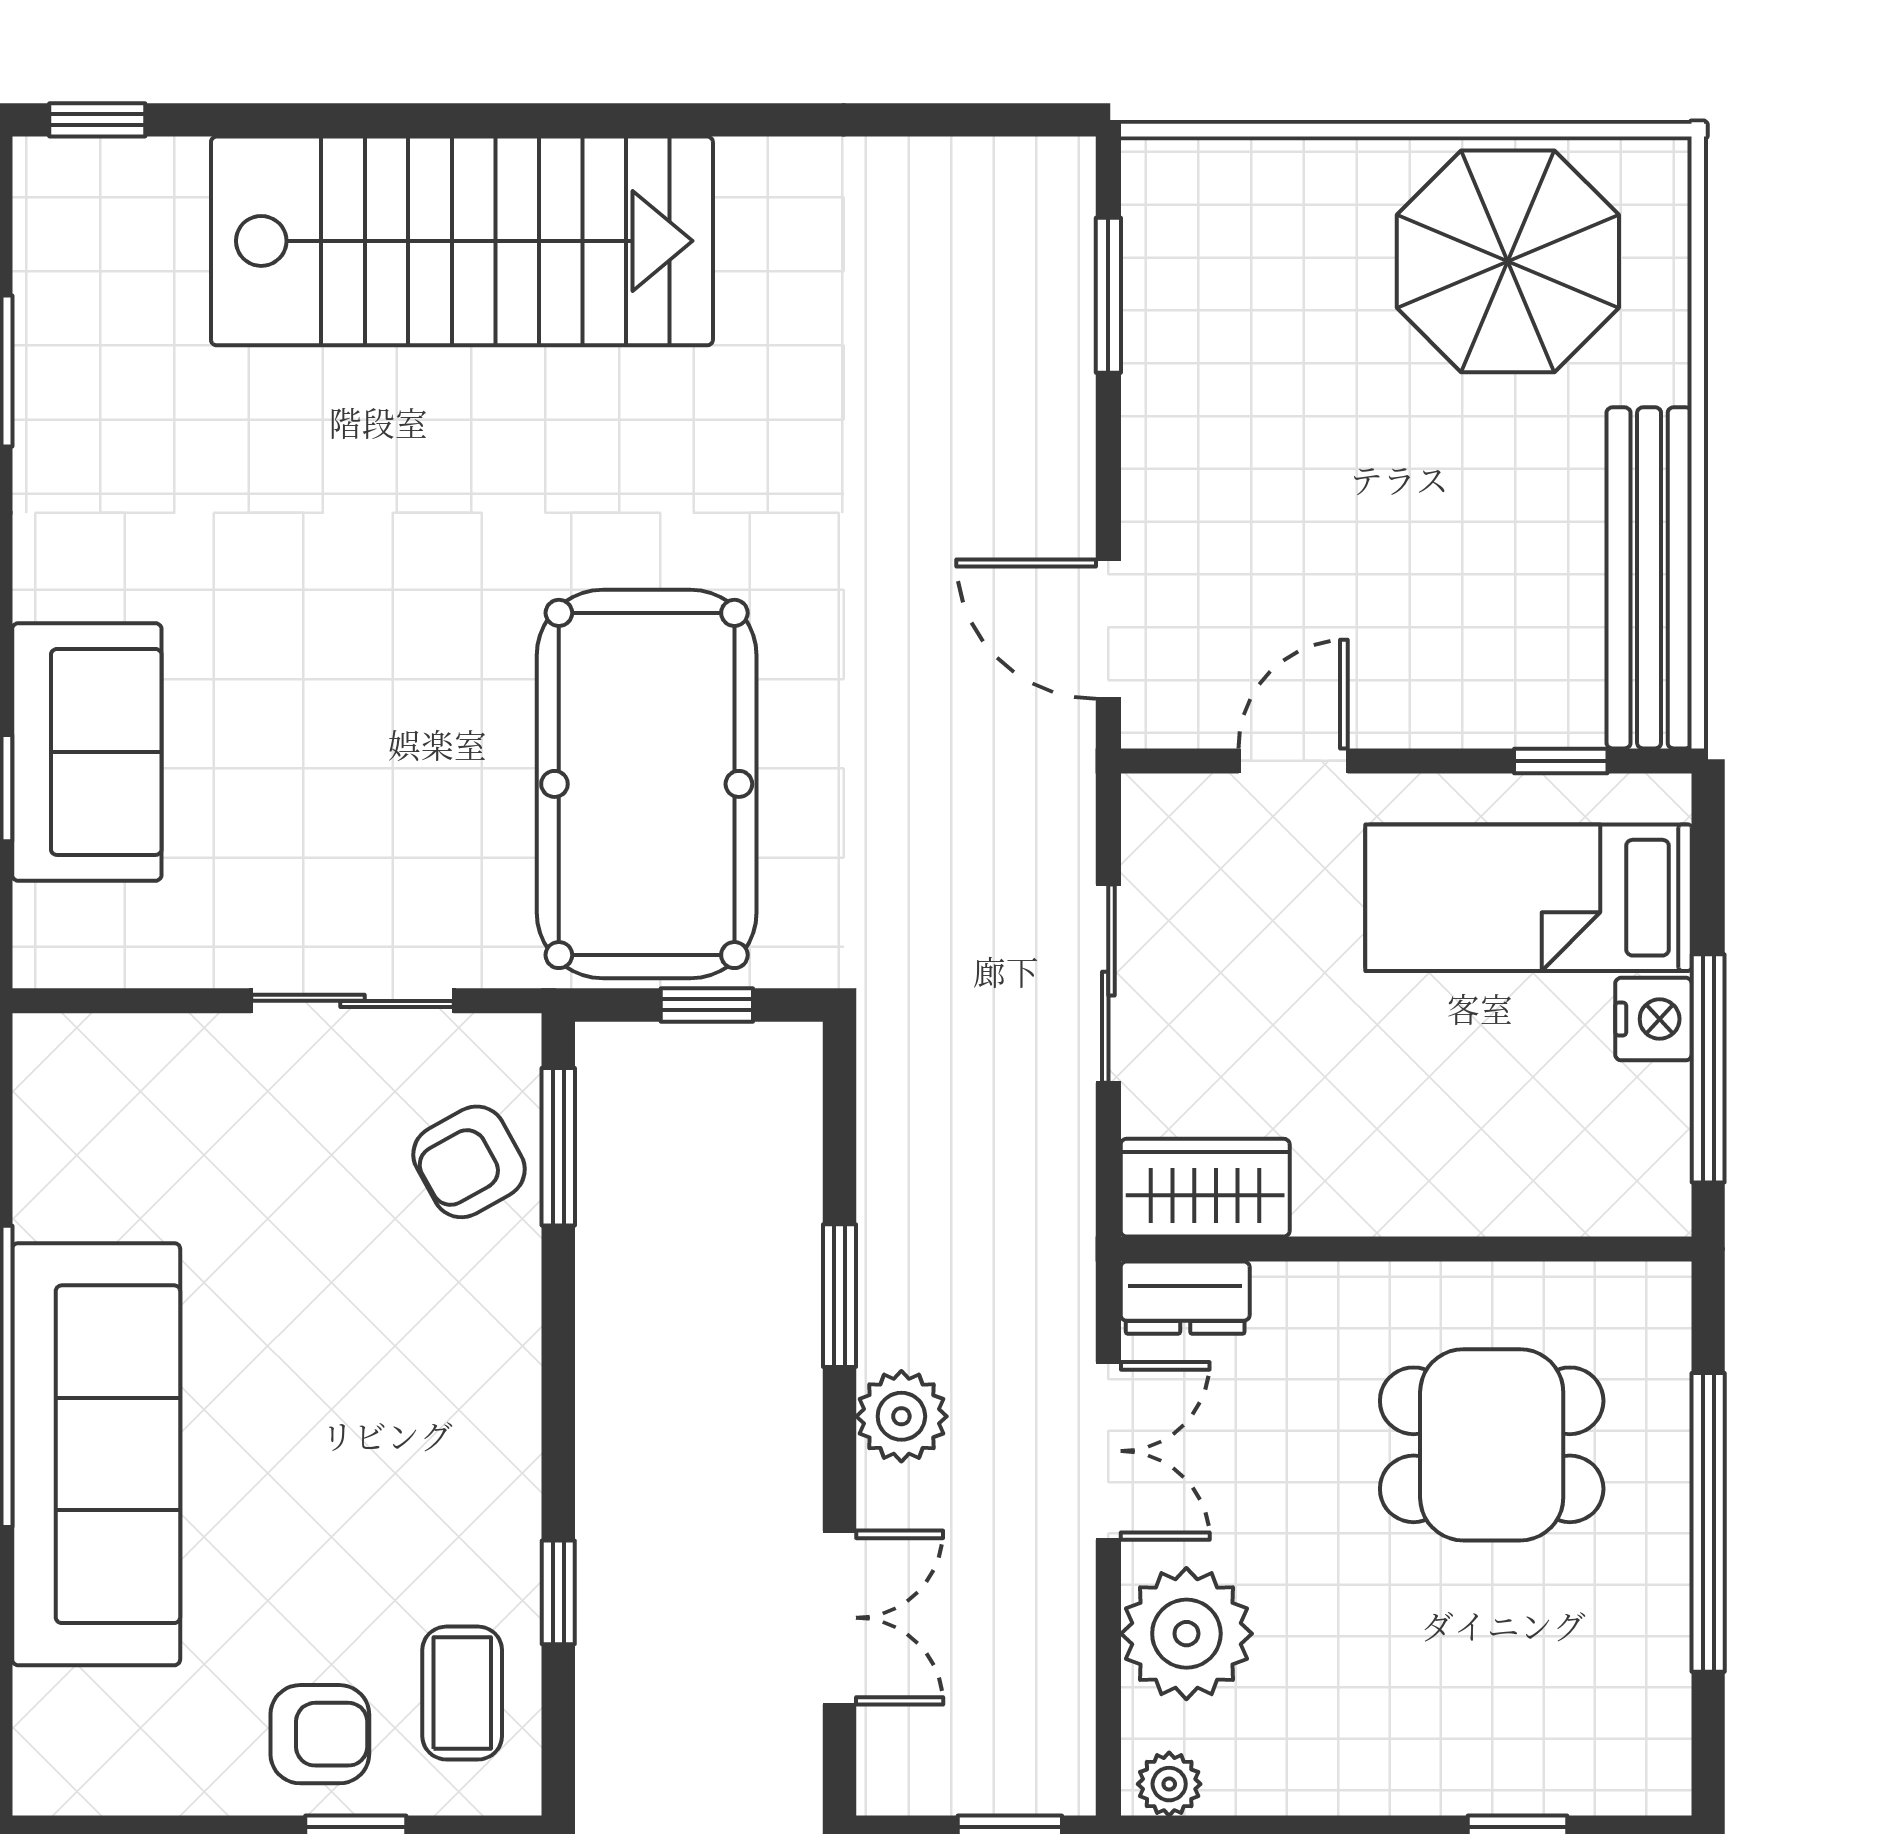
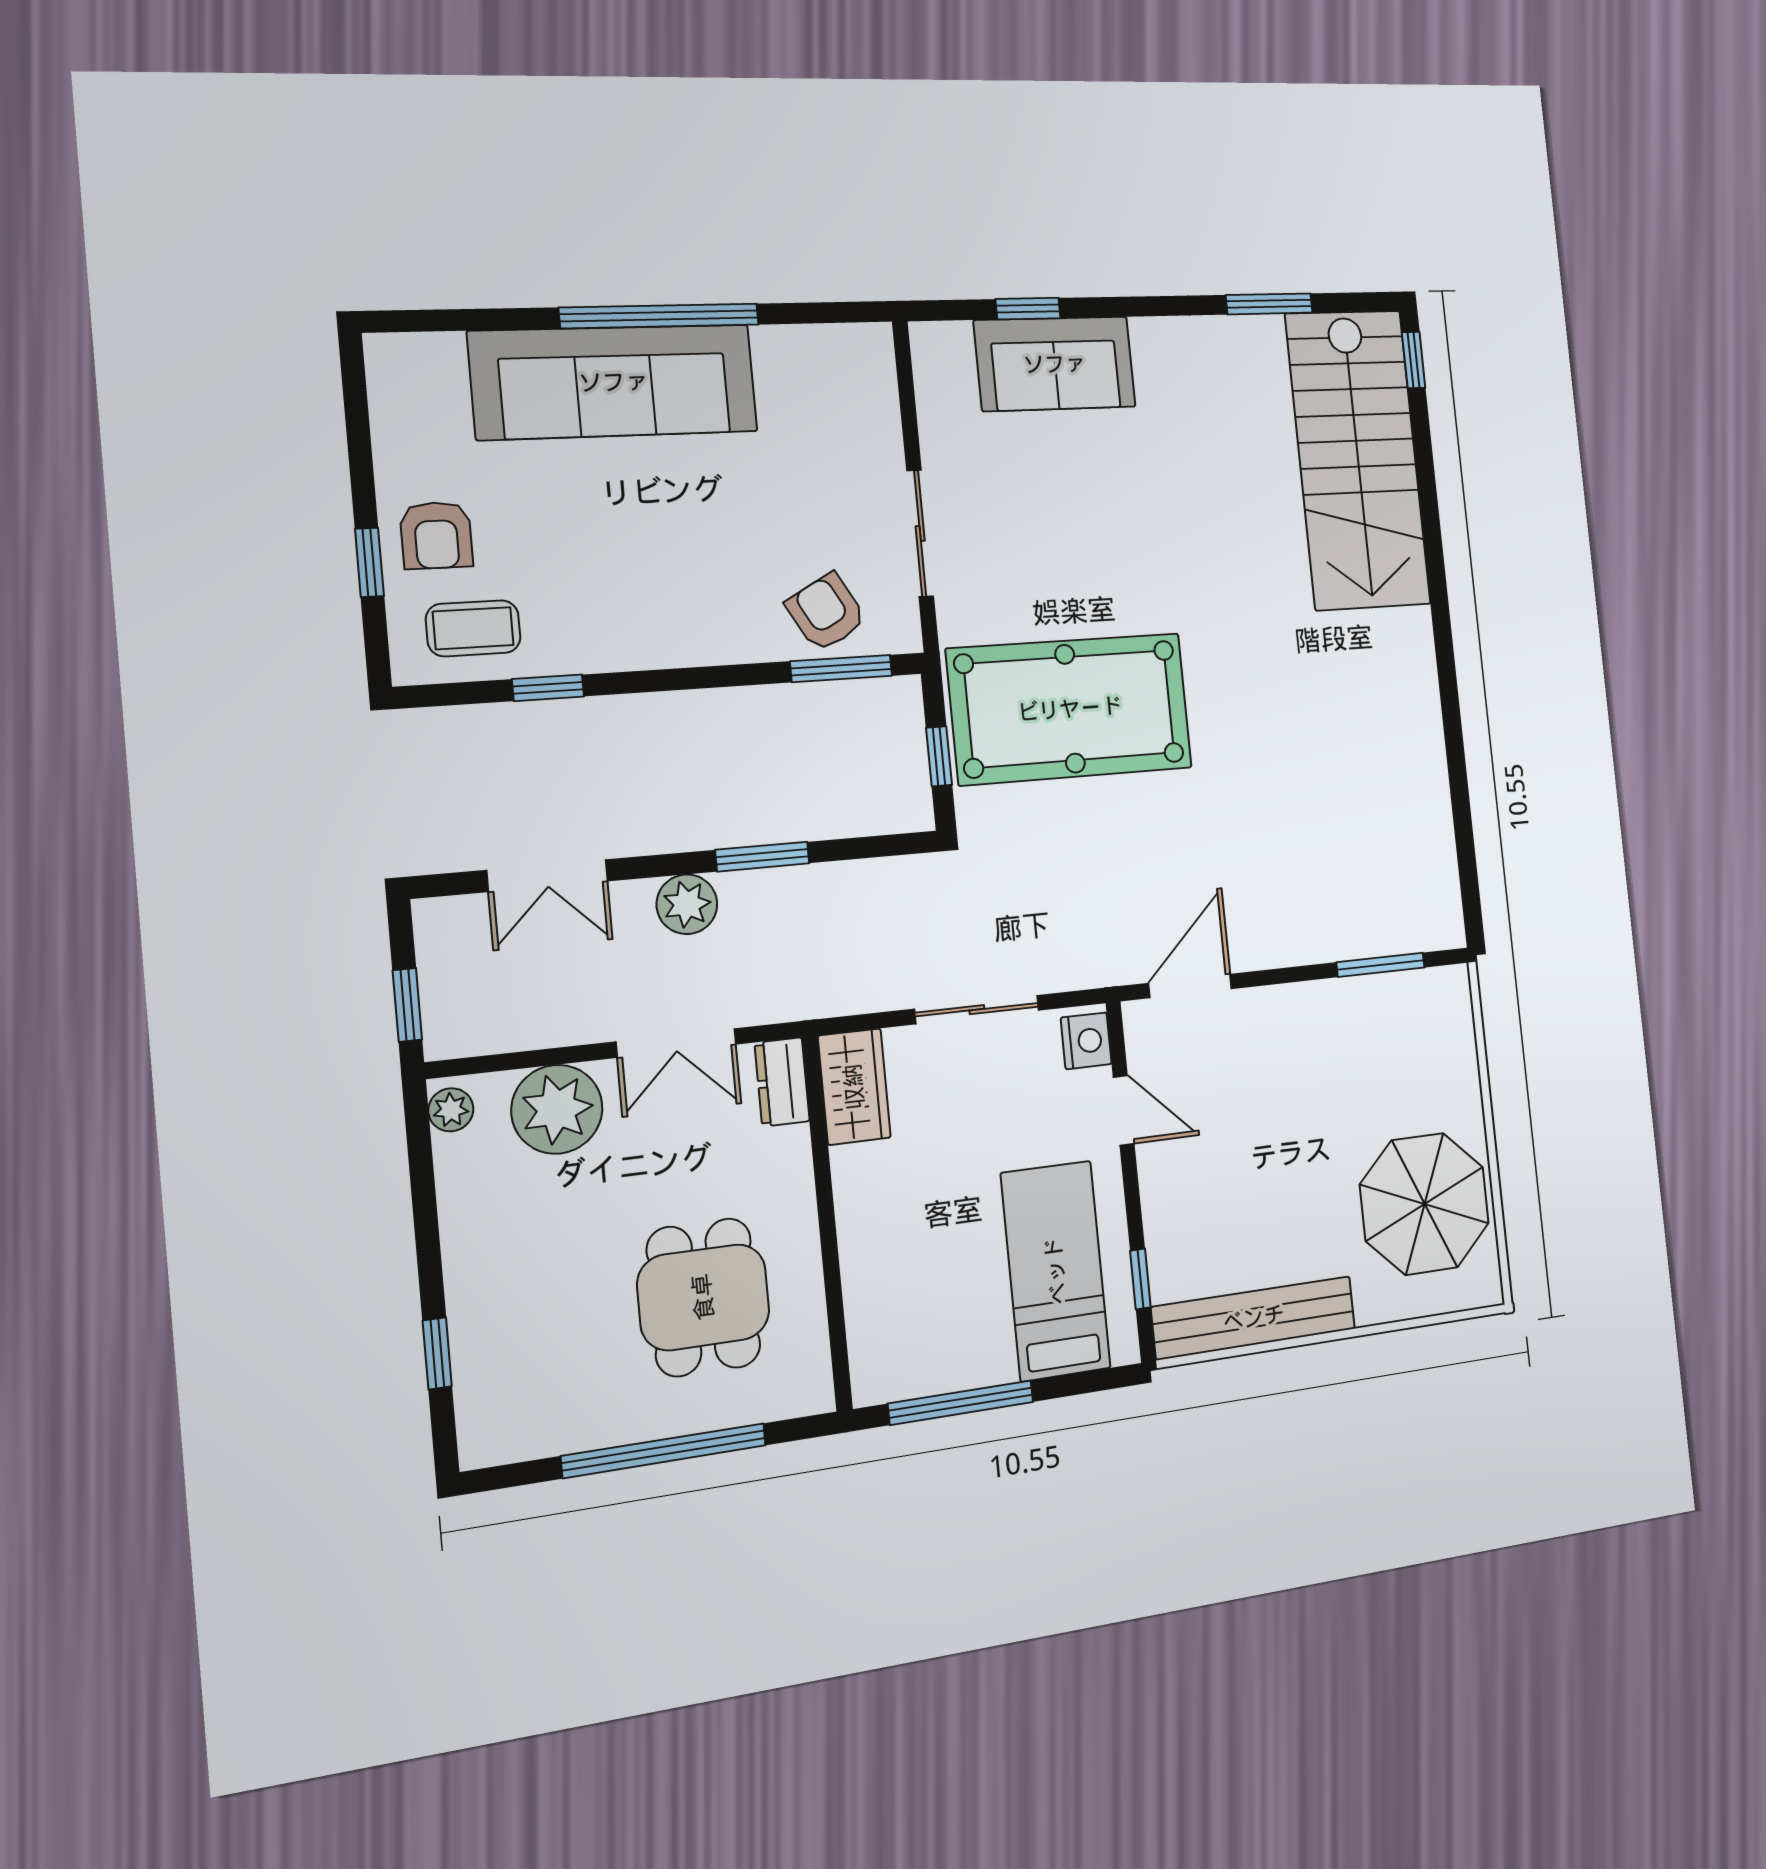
stairs: (462, 241) -> (1358, 459), moved
nightstand: (1653, 1019) -> (1086, 1041), moved, turned -90

